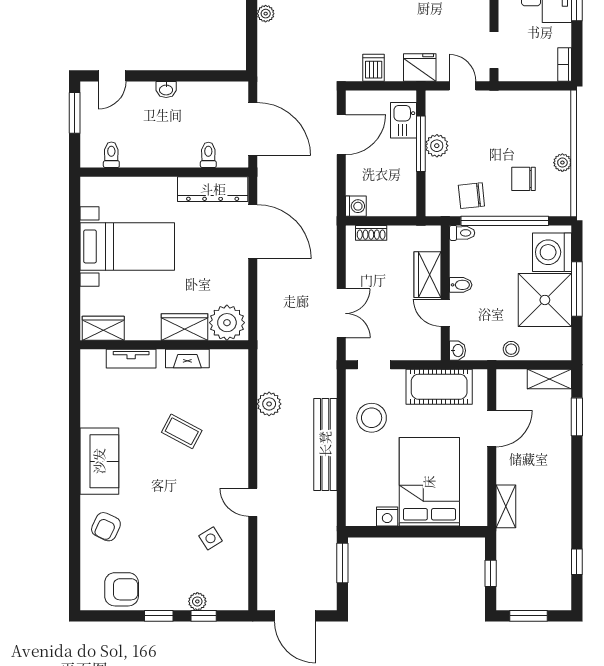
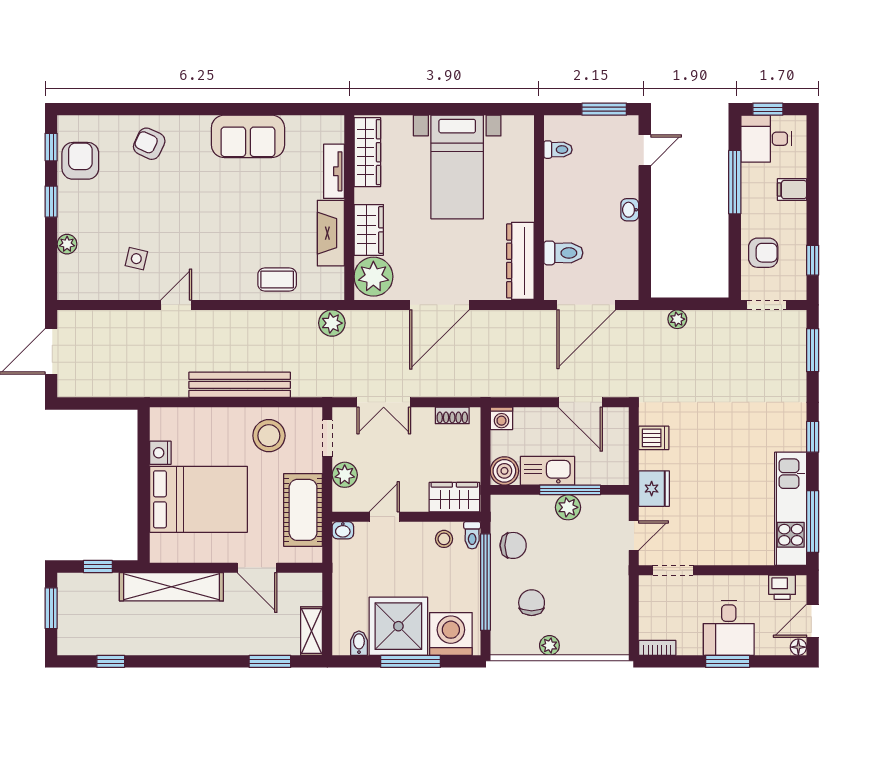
plant: (266, 14) -> (677, 319), moved
door: (112, 76) -> (645, 150), swing flipped
kitchen sink: (404, 120) -> (548, 471), moved, width x1.38
toilet: (208, 155) -> (563, 253), width x1.37, depth x1.39
chair: (471, 196) -> (513, 545), turned 96
boiler: (404, 204) -> (504, 471), added
door: (253, 232) -> (439, 305), moved
shoe rack: (371, 233) -> (452, 415), moved, turned -90
wardrobe: (427, 275) -> (454, 497), moved
bidet: (461, 285) -> (359, 643), moved, turned 180
wardrobe: (103, 328) -> (367, 152), width x1.50
plant: (407, 349) -> (345, 475), added
stool: (511, 349) -> (444, 539), moved
fireplace: (187, 359) -> (331, 233), width x1.37, depth x1.32
plant: (269, 404) -> (332, 323), moved
coffee table: (182, 431) -> (277, 279), moved, turned 62
sofa: (99, 461) -> (248, 136), moved
shelving: (506, 506) -> (171, 587), width x2.20, depth x1.33
side table: (211, 538) -> (136, 259), turned 45
window: (342, 563) -> (109, 404), removed
armchair: (122, 589) -> (80, 161), turned 180
window: (204, 616) -> (51, 147), moved

